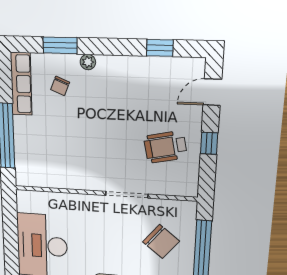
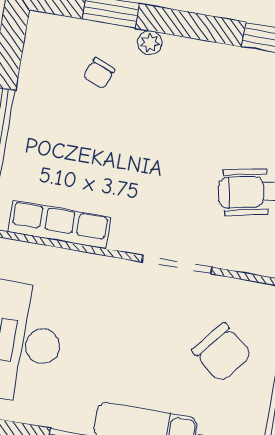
row of seats: (21, 84) -> (59, 225), moved, turned -90

